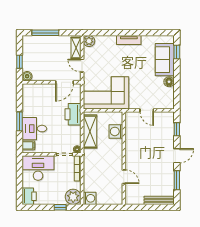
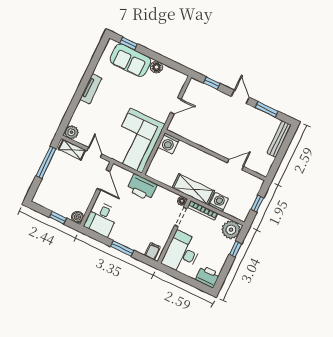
window: (45, 33) -> (46, 162), moved
door: (82, 66) -> (94, 152), swing flipped
desk: (34, 129) -> (101, 219), moved
washing machine: (116, 131) -> (169, 143), moved
shelving: (90, 132) -> (193, 189), moved
washing machine: (90, 198) -> (219, 202), moved
window: (102, 207) -> (257, 204), added

